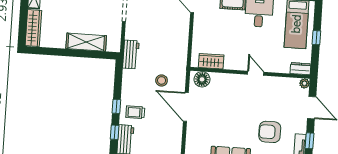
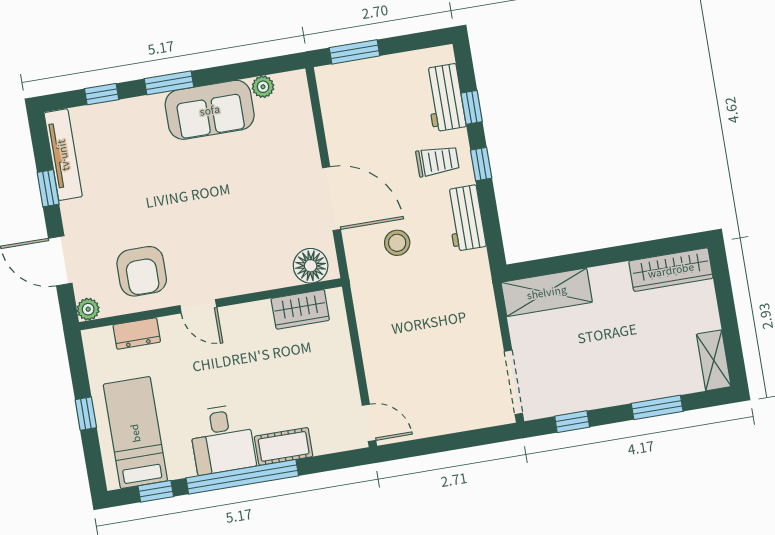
wardrobe: (33, 28) -> (671, 270), moved, turned -90
shelving: (86, 42) -> (547, 292), moved
workbench: (131, 55) -> (465, 218), moved
dresser: (300, 69) -> (137, 333), moved
armchair: (270, 132) -> (142, 271), moved, turned 90

